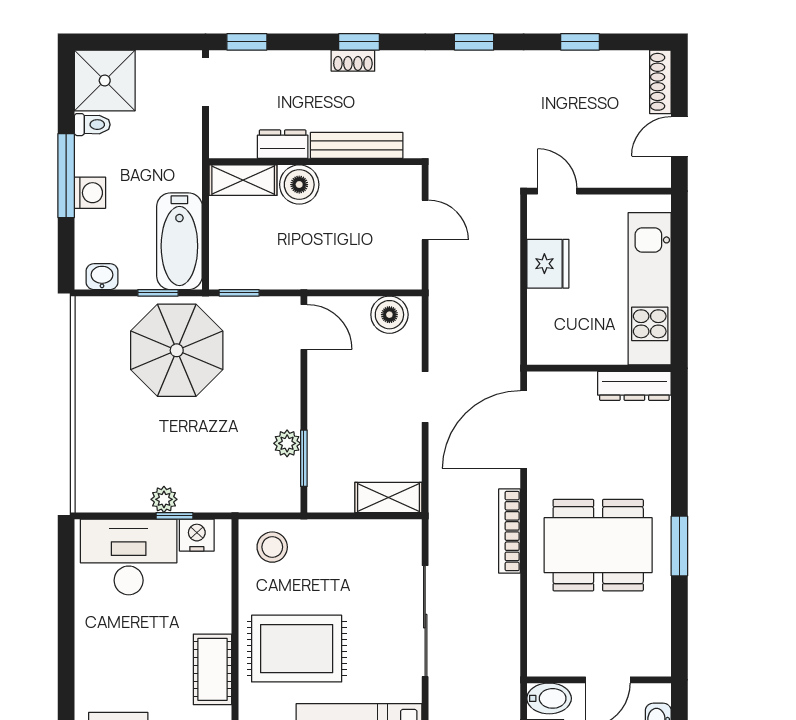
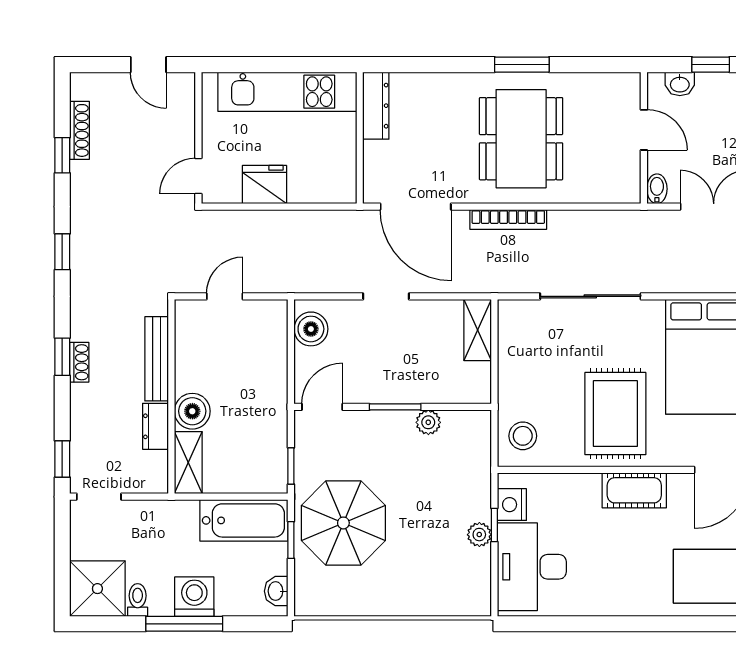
shoe rack: (660, 82) -> (80, 130), moved, turned -90
washing machine: (90, 193) -> (194, 597), width x1.38, depth x1.38
window: (304, 458) -> (395, 407), moved
bidet: (549, 698) -> (657, 189), width x0.72, depth x0.74

